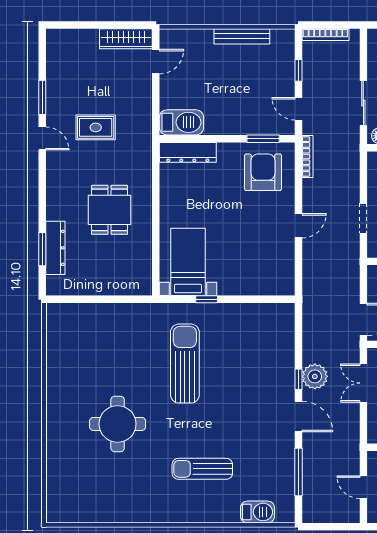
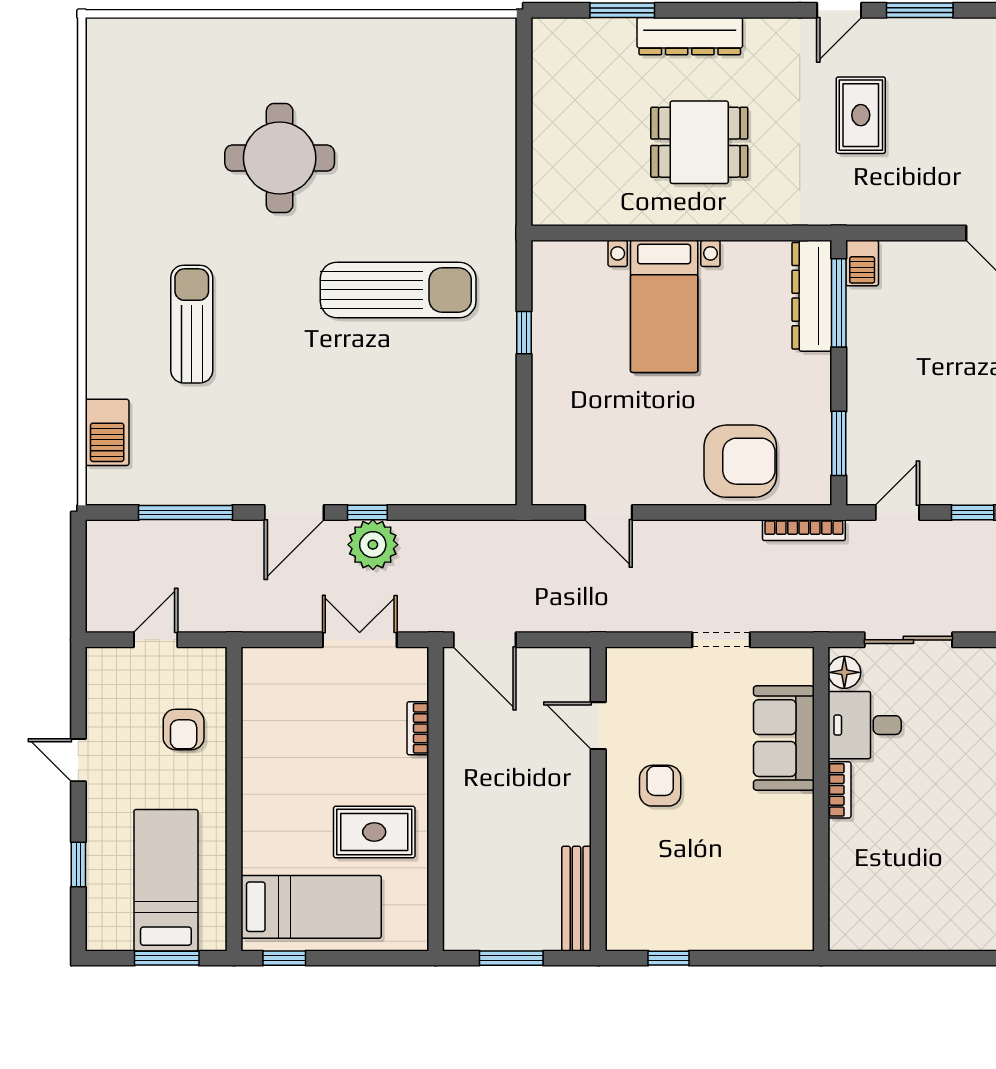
barbecue: (181, 122) -> (862, 263), width x0.53, depth x0.65
window: (191, 139) -> (839, 303), added
armchair: (263, 172) -> (740, 461), moved
doorway: (363, 218) -> (721, 640), moved
door: (298, 226) -> (609, 512), moved
dresser: (55, 248) -> (690, 36), moved
bed with nightstands: (188, 262) -> (664, 306), moved, turned 90

